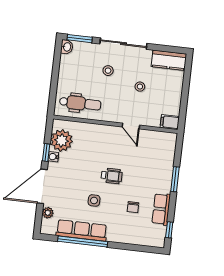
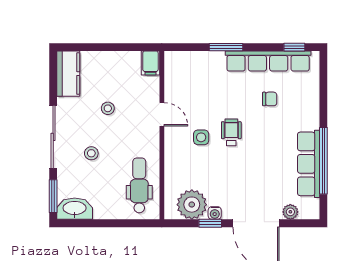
washbasin: (67, 47) -> (75, 209), width x1.91, depth x1.45
door: (131, 126) -> (162, 114), hinge flipped
side table: (94, 200) -> (201, 137), moved
row of seats: (161, 209) -> (268, 61), width x2.02

